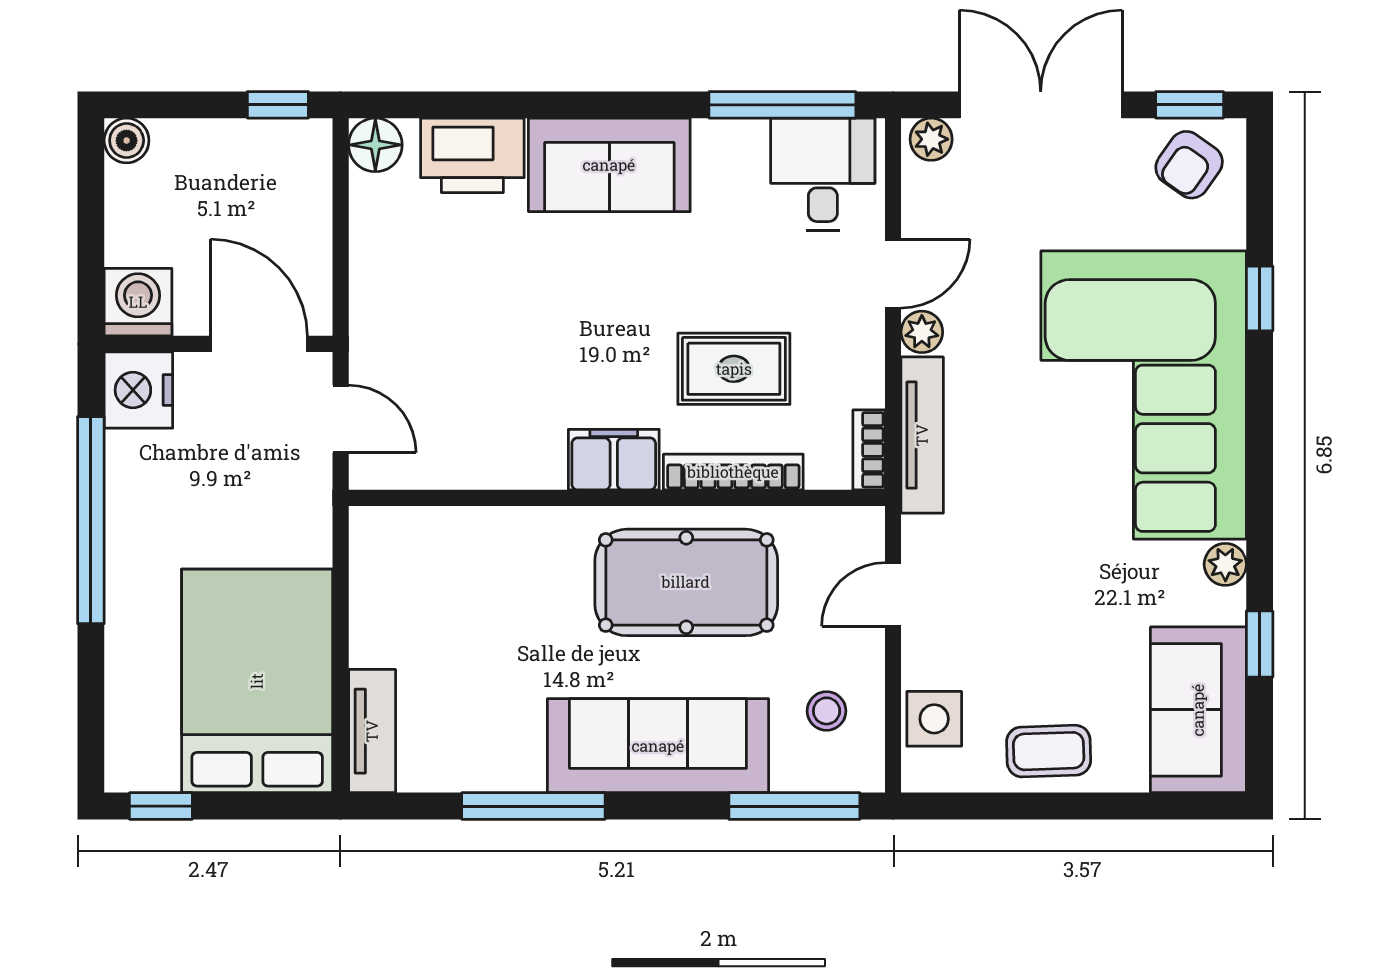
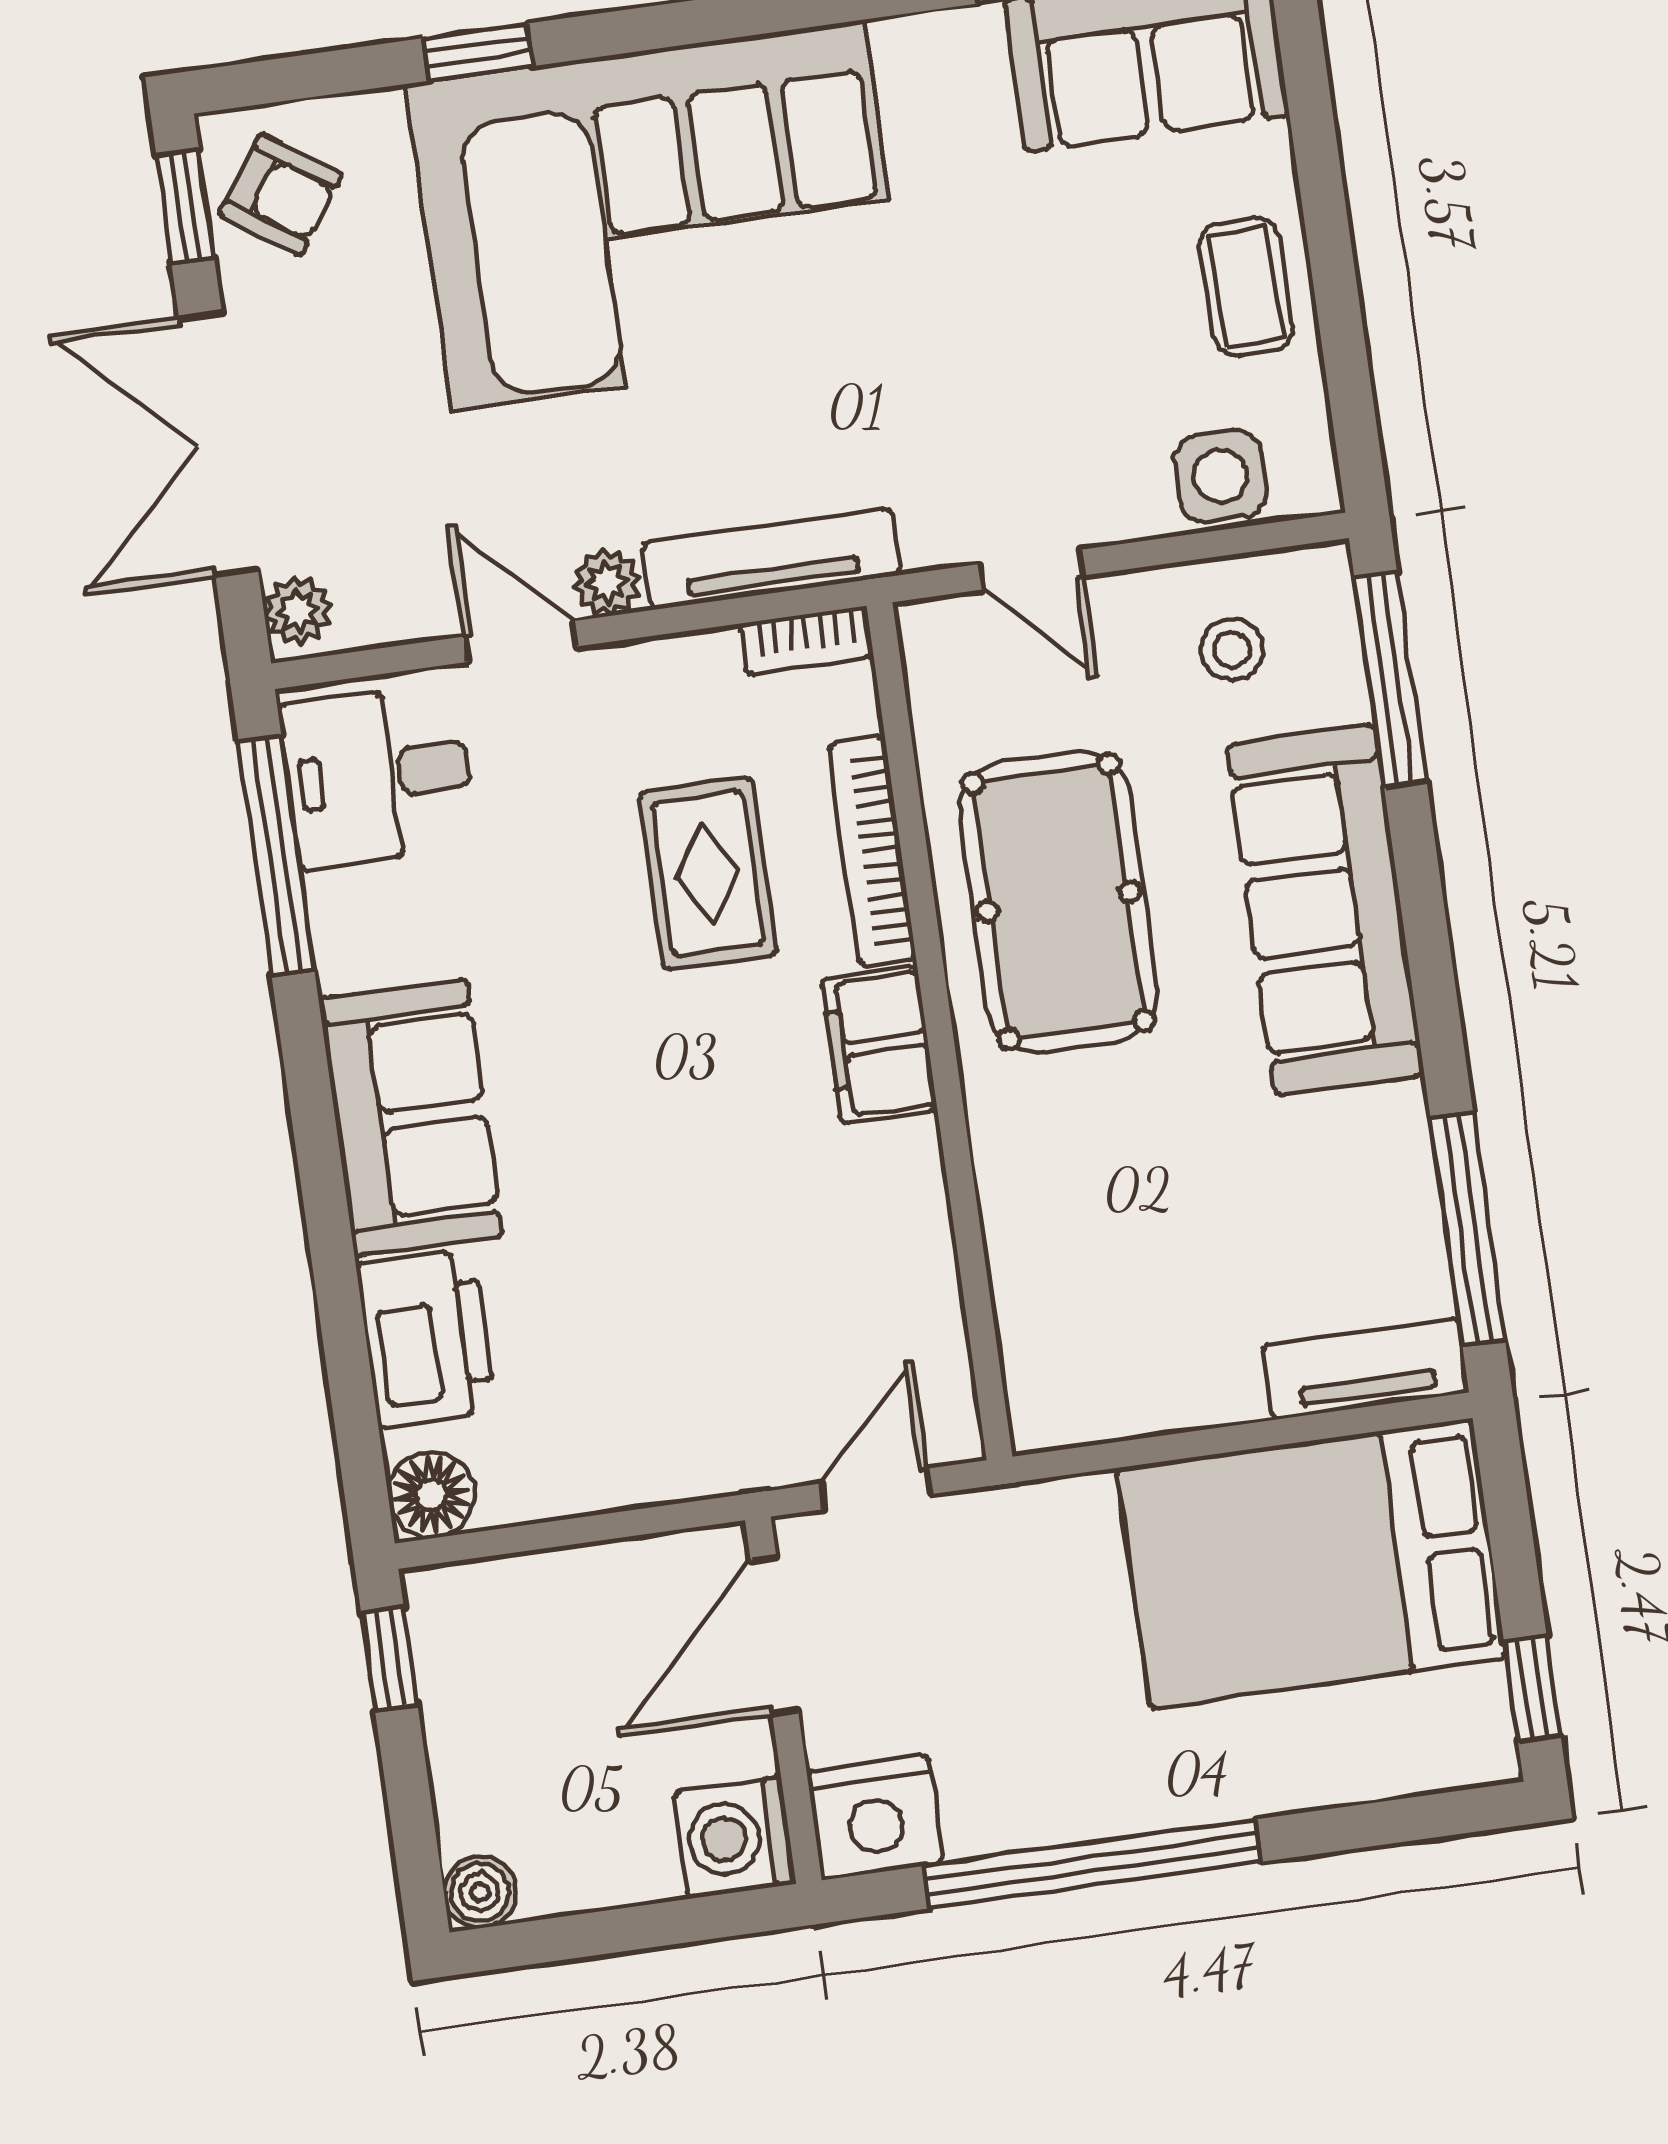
plant: (1225, 564) -> (909, 47), removed
window: (533, 806) -> (1468, 1229), moved

